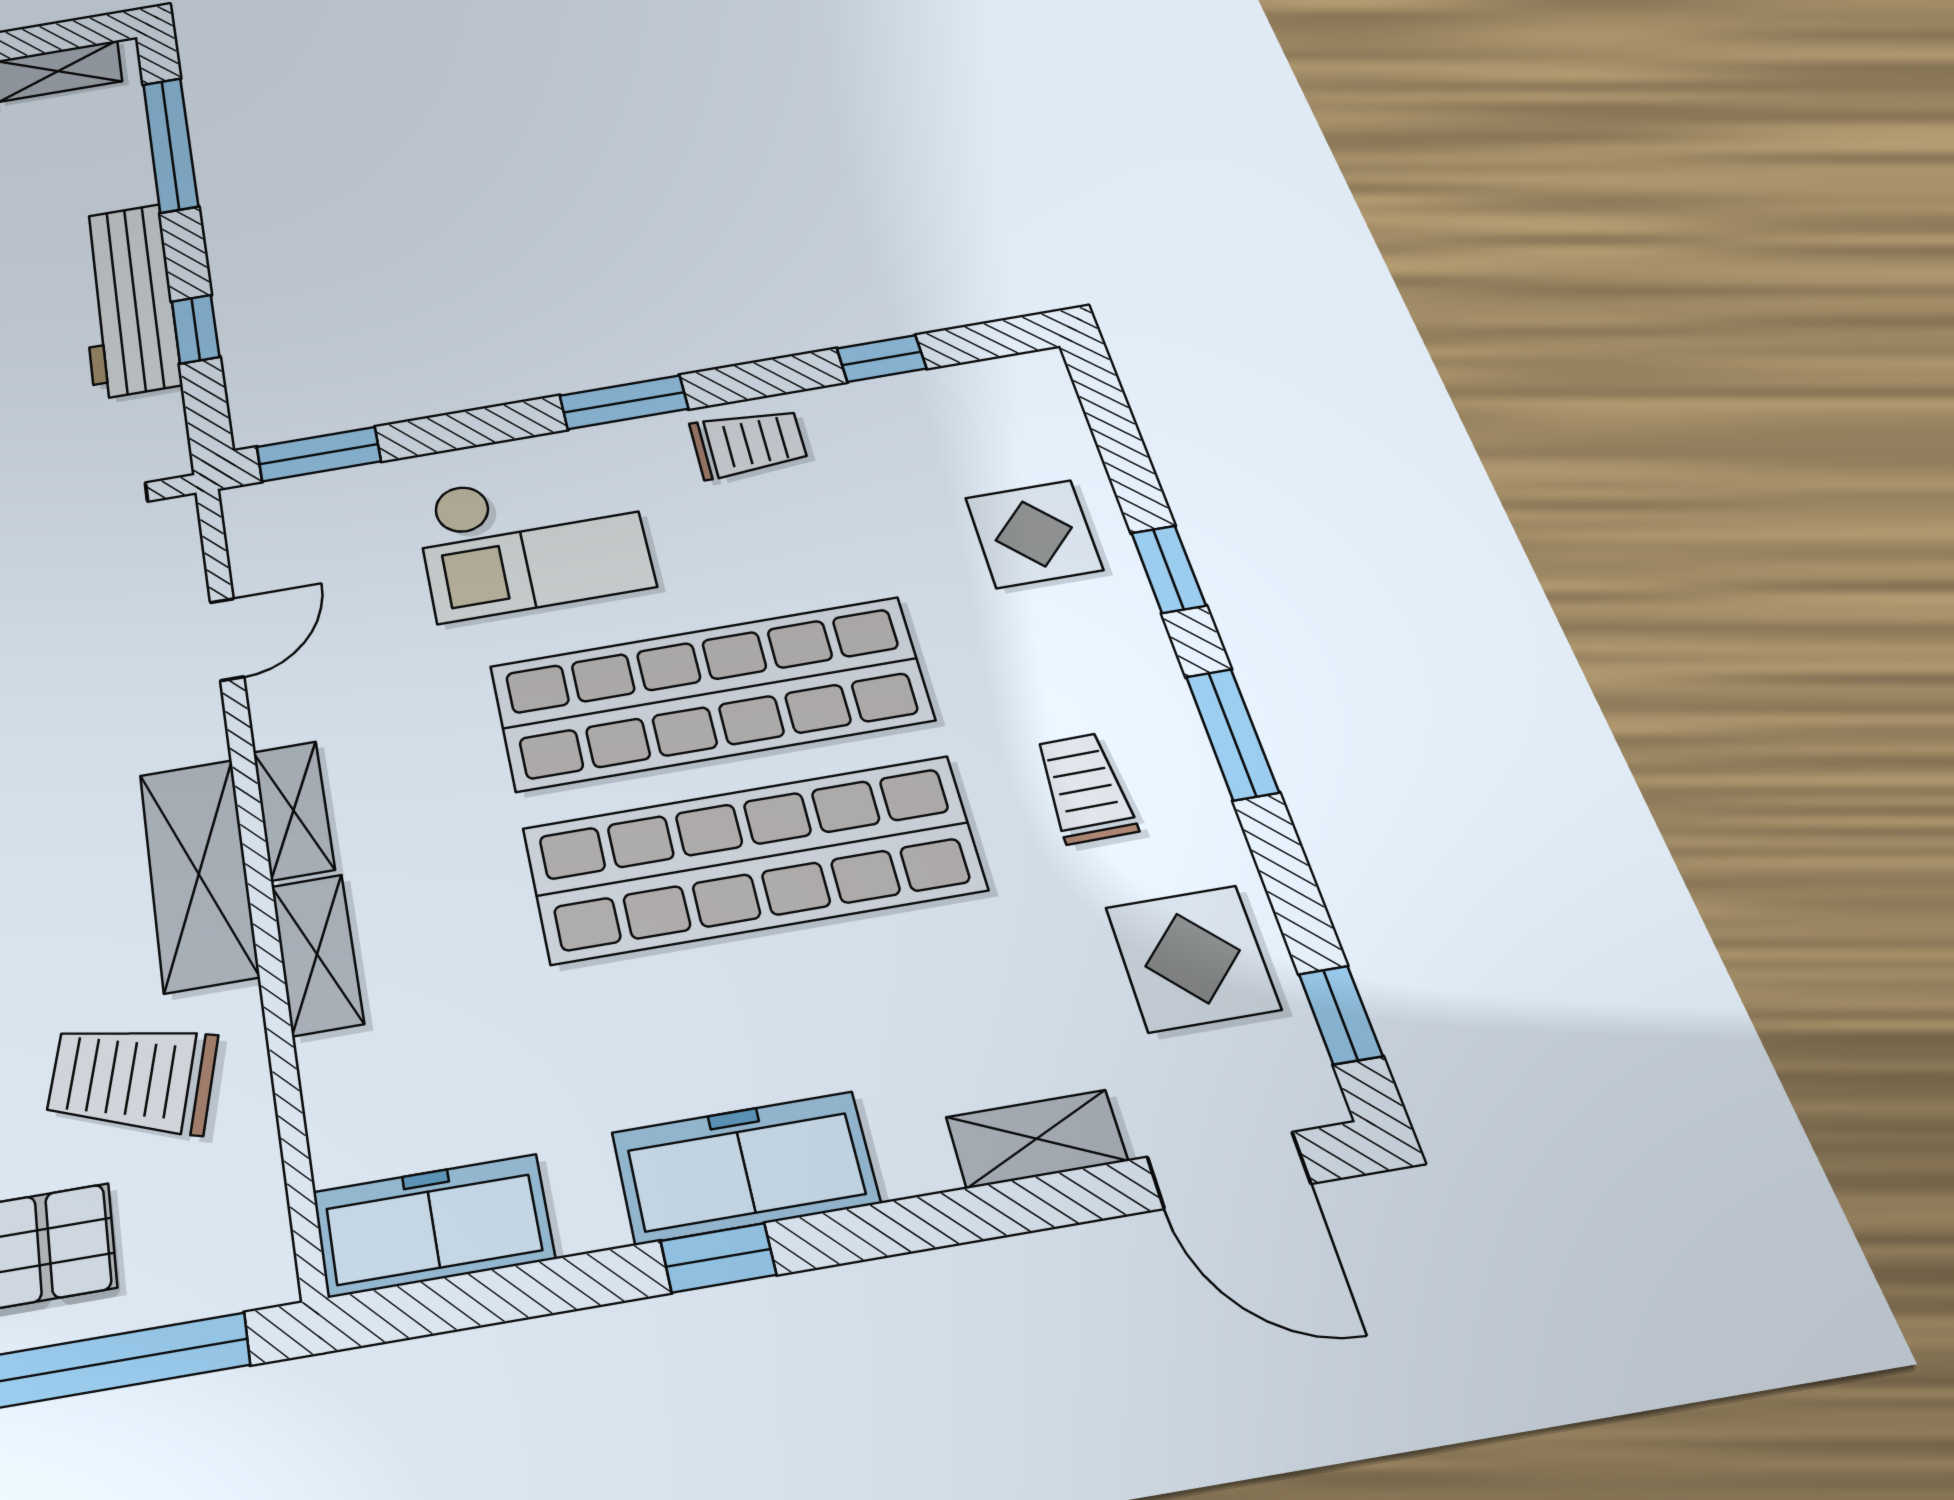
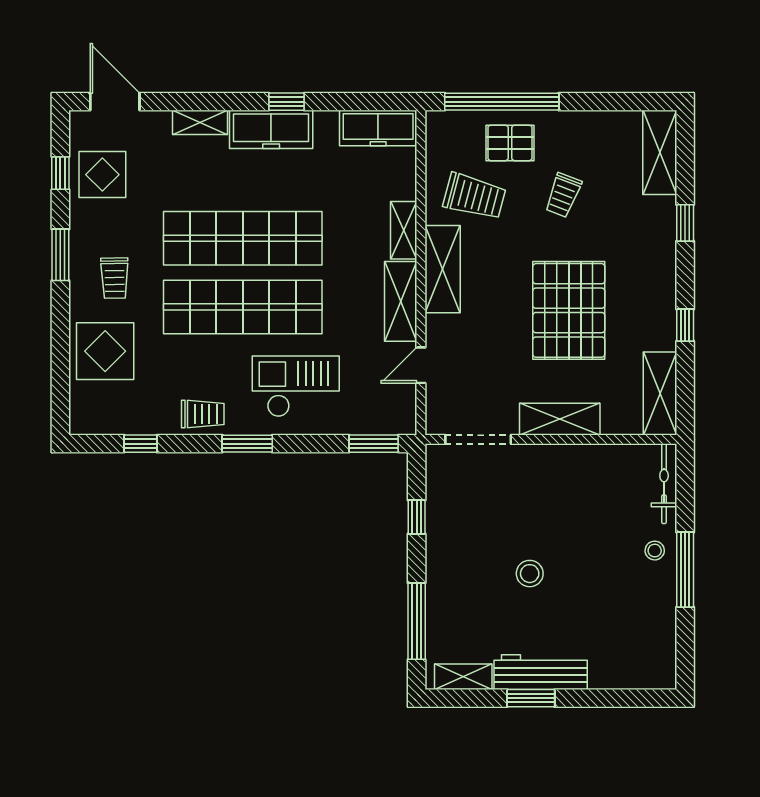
workbench: (128, 300) -> (444, 539), removed
trolley: (748, 443) -> (203, 414), turned 180
display table: (1034, 534) -> (105, 351), width x1.36, depth x1.36
window: (1168, 569) -> (60, 326), removed
trolley: (1085, 788) -> (115, 278), moved
shelving: (294, 810) -> (401, 301), width x1.50, depth x1.33
window: (1341, 1015) -> (60, 173), moved
shelving: (1036, 1139) -> (200, 122), moved

